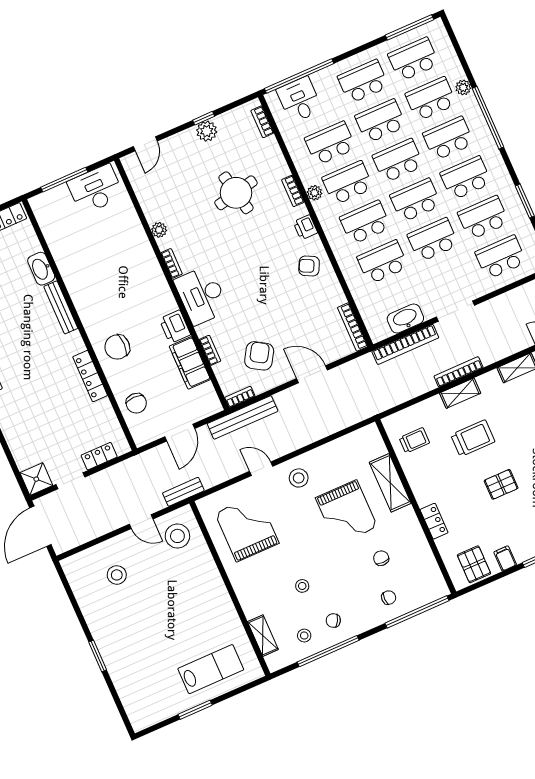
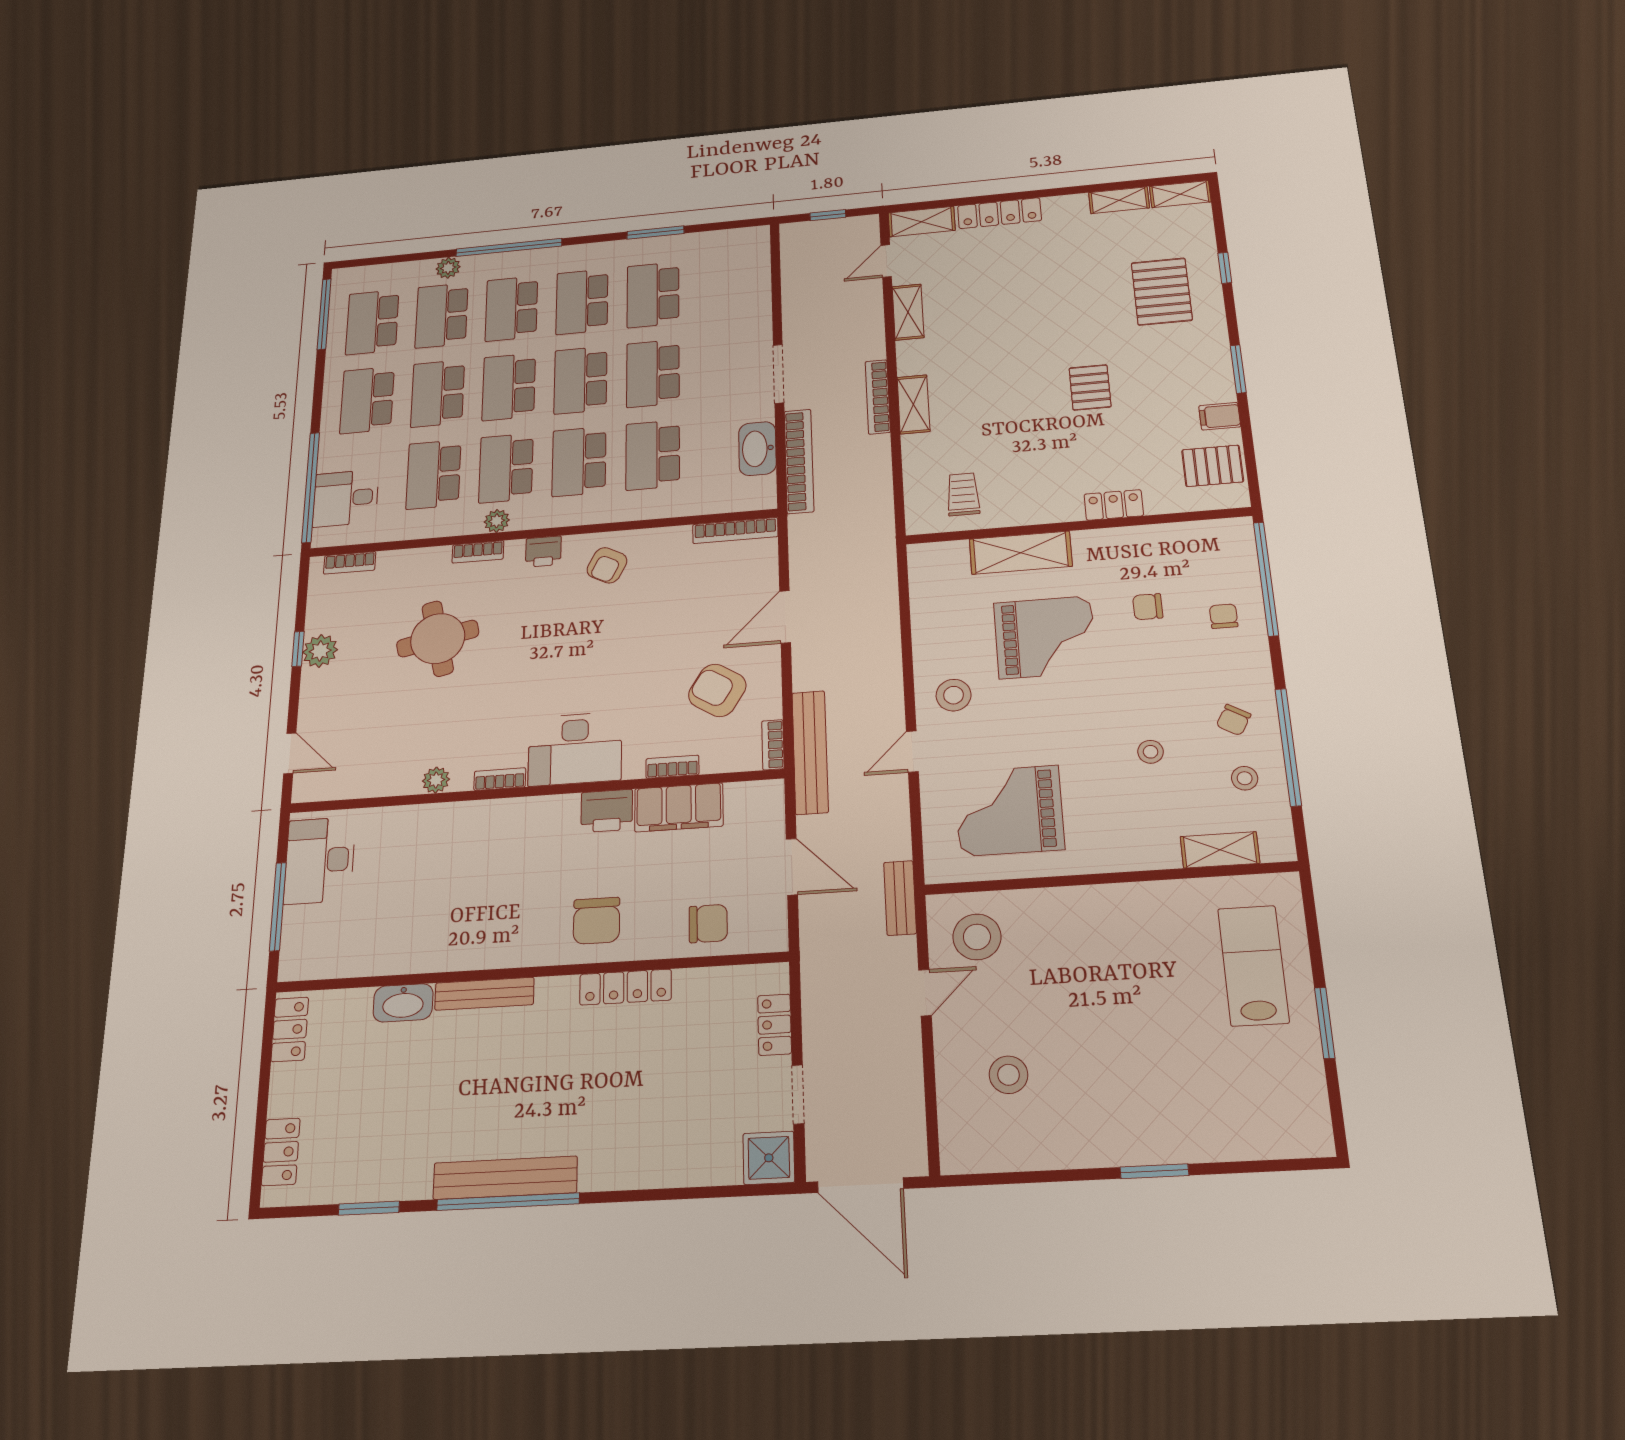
school desk: (501, 257) -> (725, 288), removed
trolley: (473, 438) -> (996, 407), removed

